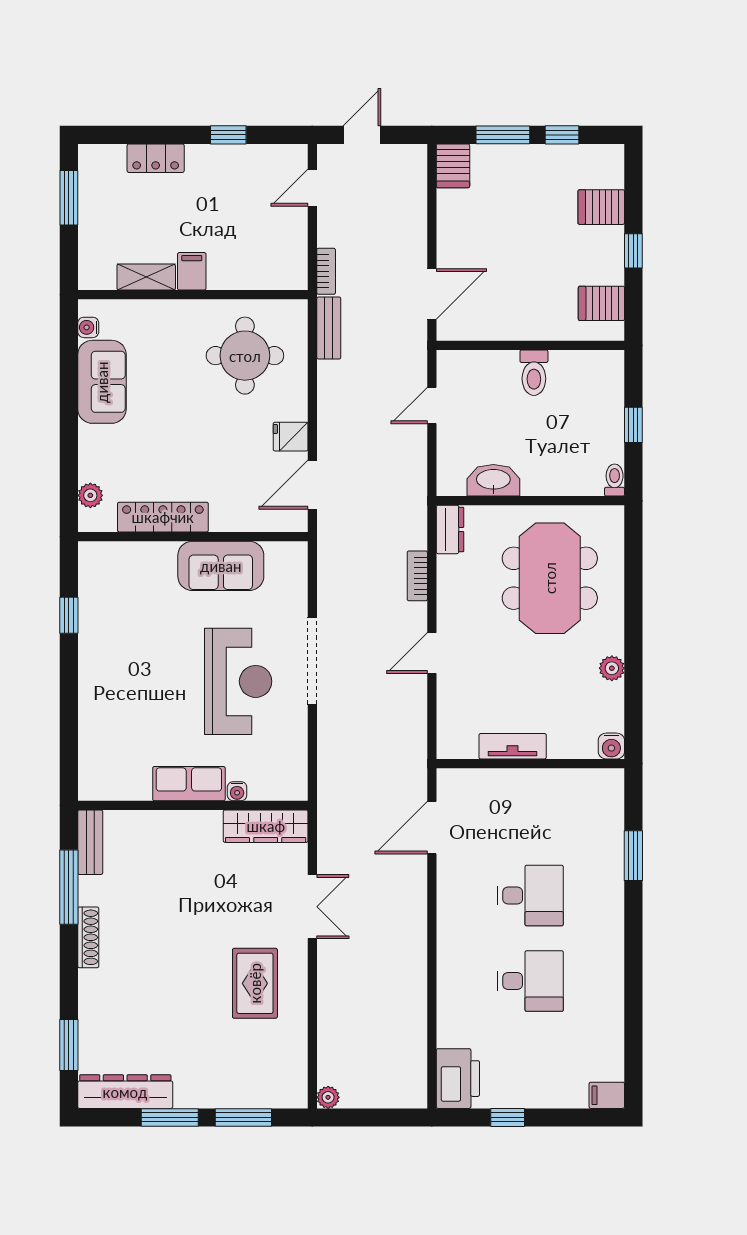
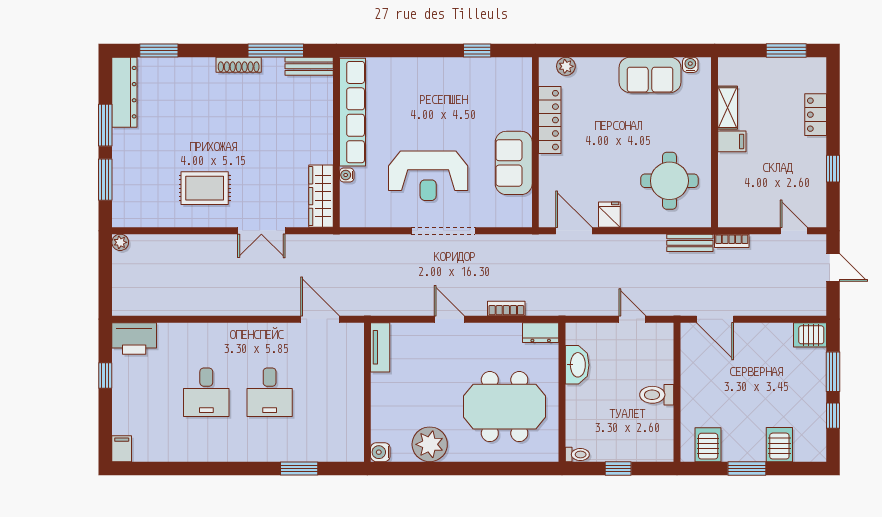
window: (633, 251) -> (747, 468), width x1.50
plant: (612, 668) -> (430, 444), width x1.88, depth x1.88
tv unit: (513, 746) -> (380, 347), moved
row of seats: (189, 784) -> (352, 112), width x2.02

